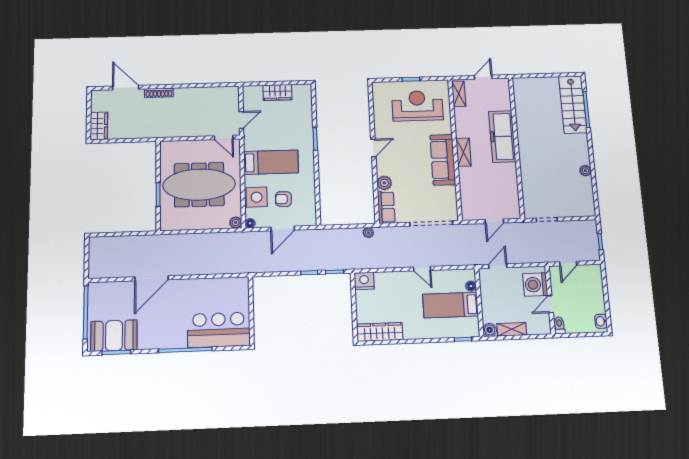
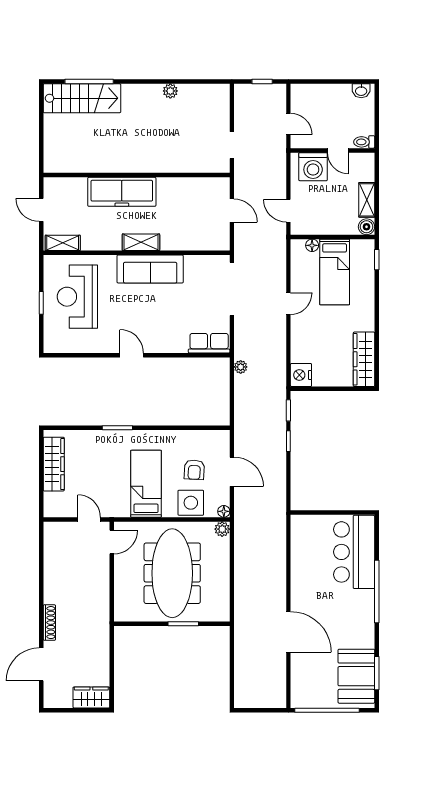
wardrobe: (277, 92) -> (54, 464), width x1.50
plant: (384, 183) -> (178, 344), removed

